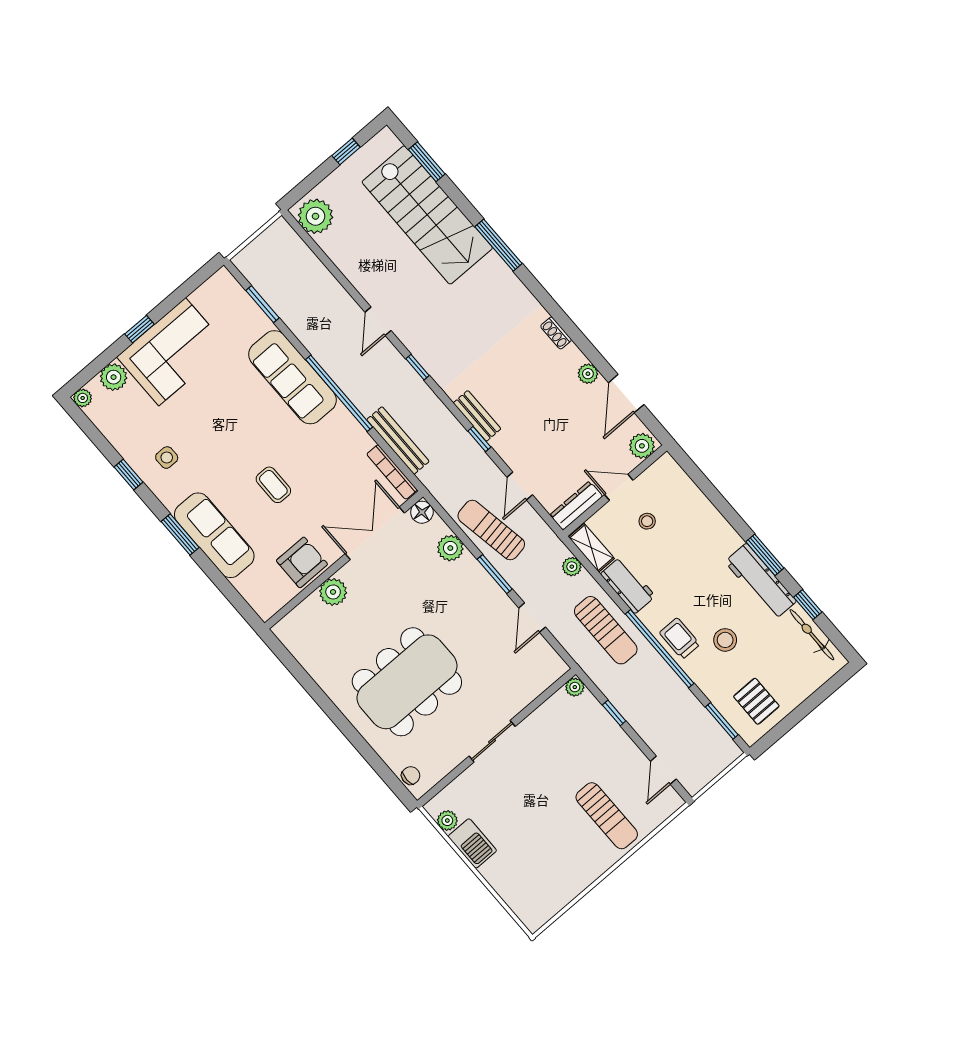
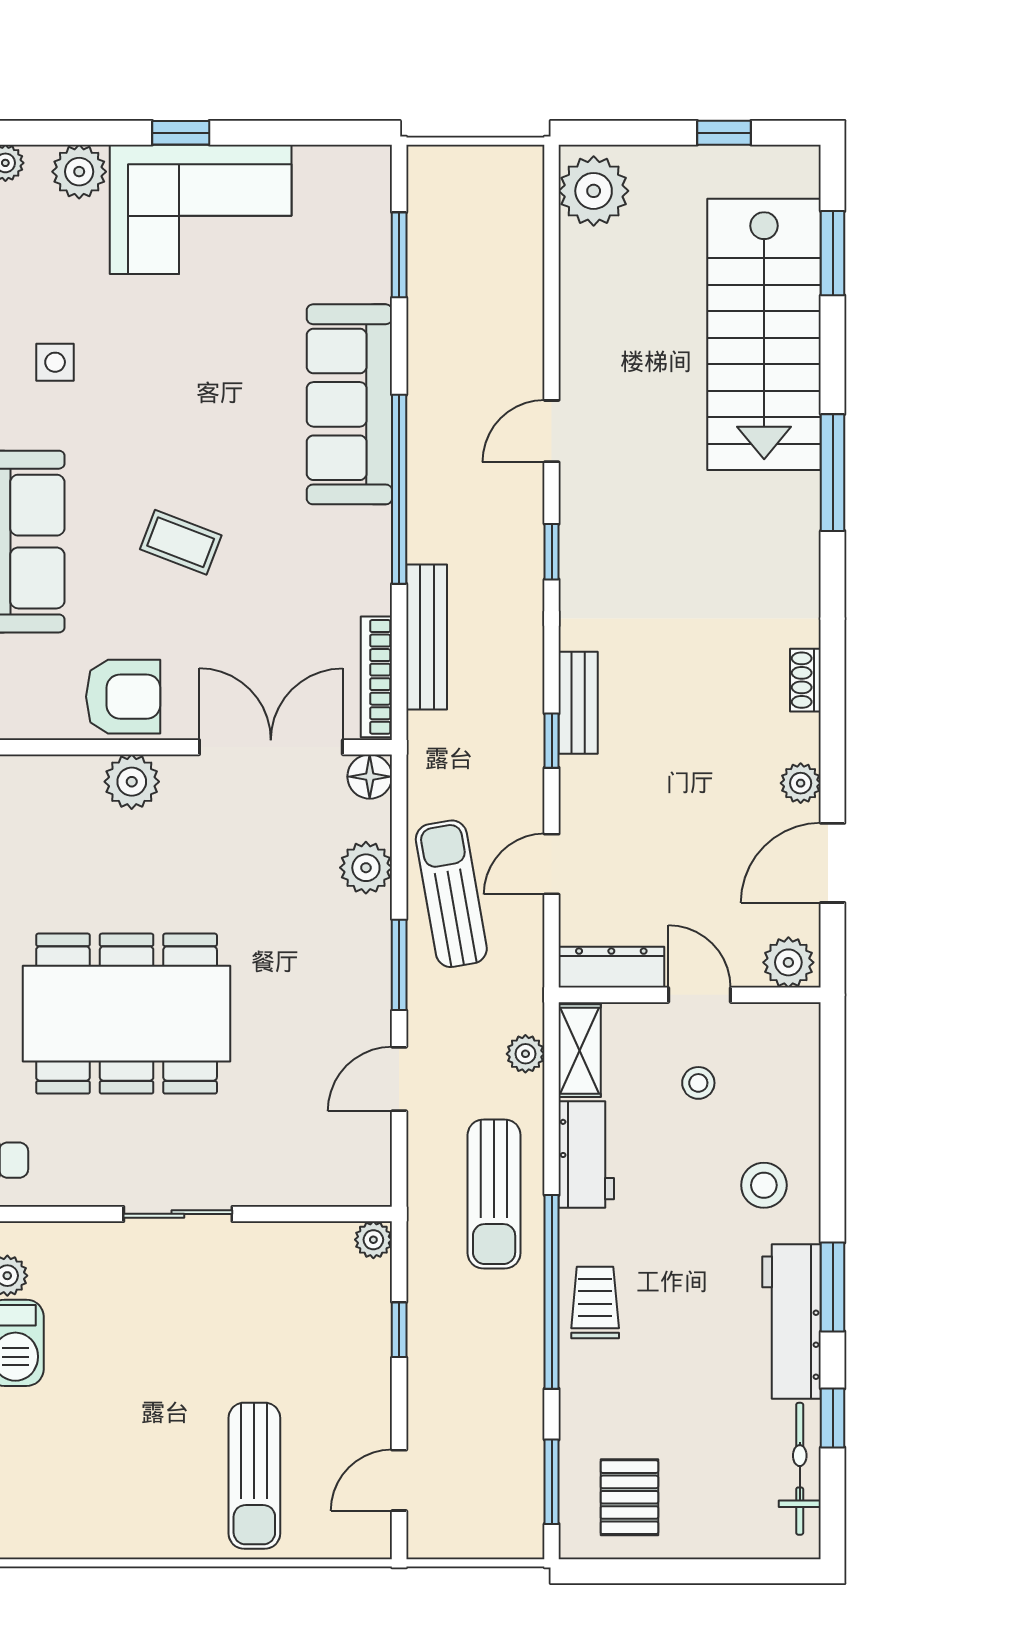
coffee table: (273, 485) -> (181, 542), turned -69
stool: (725, 640) -> (764, 1185), moved

